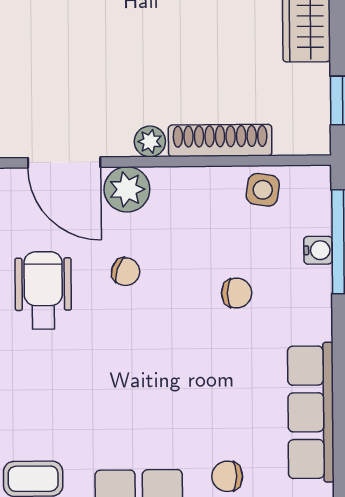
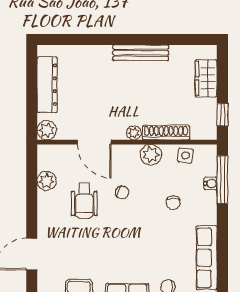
plant: (127, 189) -> (151, 155), moved
wheelchair: (43, 290) -> (84, 201), turned 180
chair: (237, 293) -> (173, 203), turned 90

